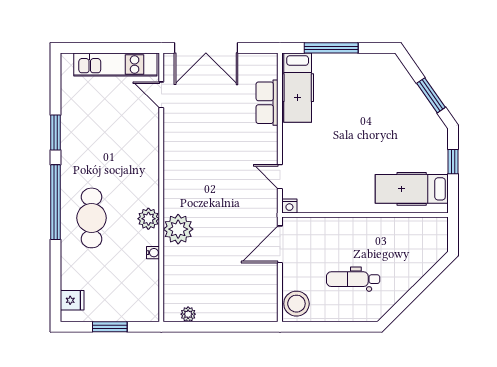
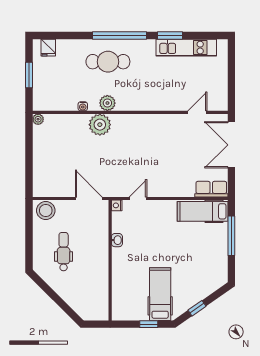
kitchen unit: (115, 65) -> (186, 48), moved, turned -90
window: (431, 95) -> (197, 308), width x0.67
row of seats: (267, 103) -> (211, 189), moved
hospital bed: (412, 189) -> (160, 294), moved
washbasin: (337, 206) -> (117, 240), added
plant: (188, 314) -> (38, 119), moved

